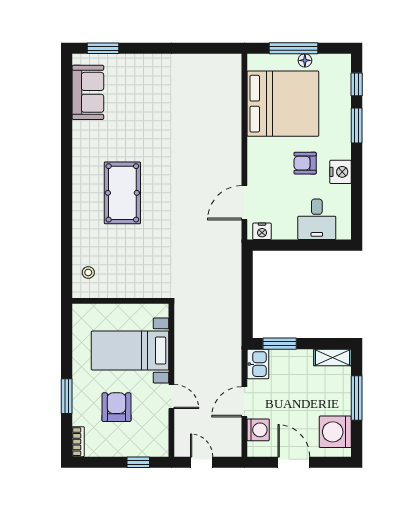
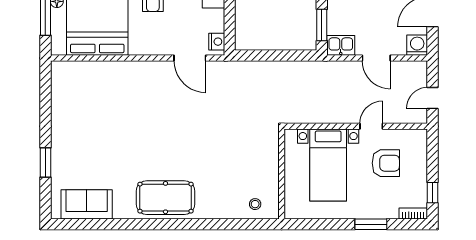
window: (103, 48) -> (45, 162), moved
pool table: (122, 193) -> (165, 198), moved
armchair: (117, 407) -> (386, 163), moved, turned 180
washing machine: (258, 430) -> (417, 45), moved
window: (138, 462) -> (433, 193), moved

